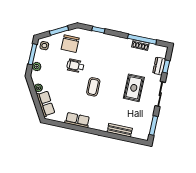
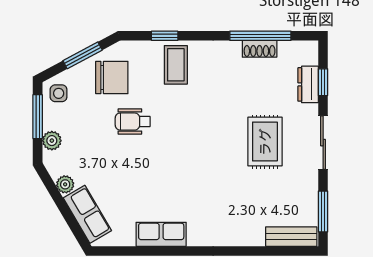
chair: (70, 44) -> (112, 78), turned -90
coffee table: (93, 87) -> (176, 65), moved
bench: (120, 130) -> (291, 237), moved

